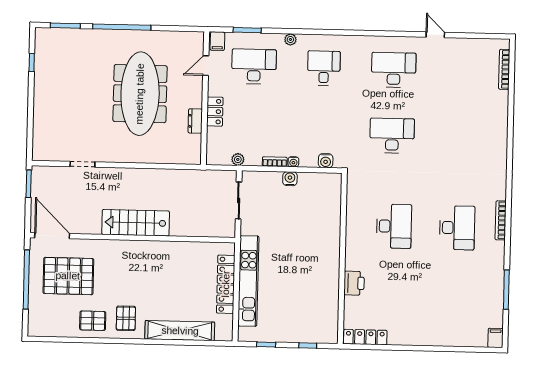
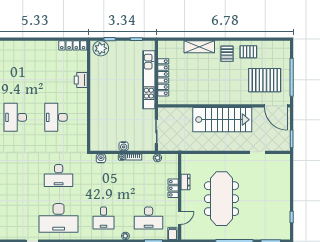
desk: (394, 70) -> (59, 218), width x1.36, depth x1.30
stairs: (136, 223) -> (222, 120), width x1.36, depth x1.51
shelving: (180, 331) -> (199, 47), width x0.68
plant: (322, 332) -> (101, 48), added

